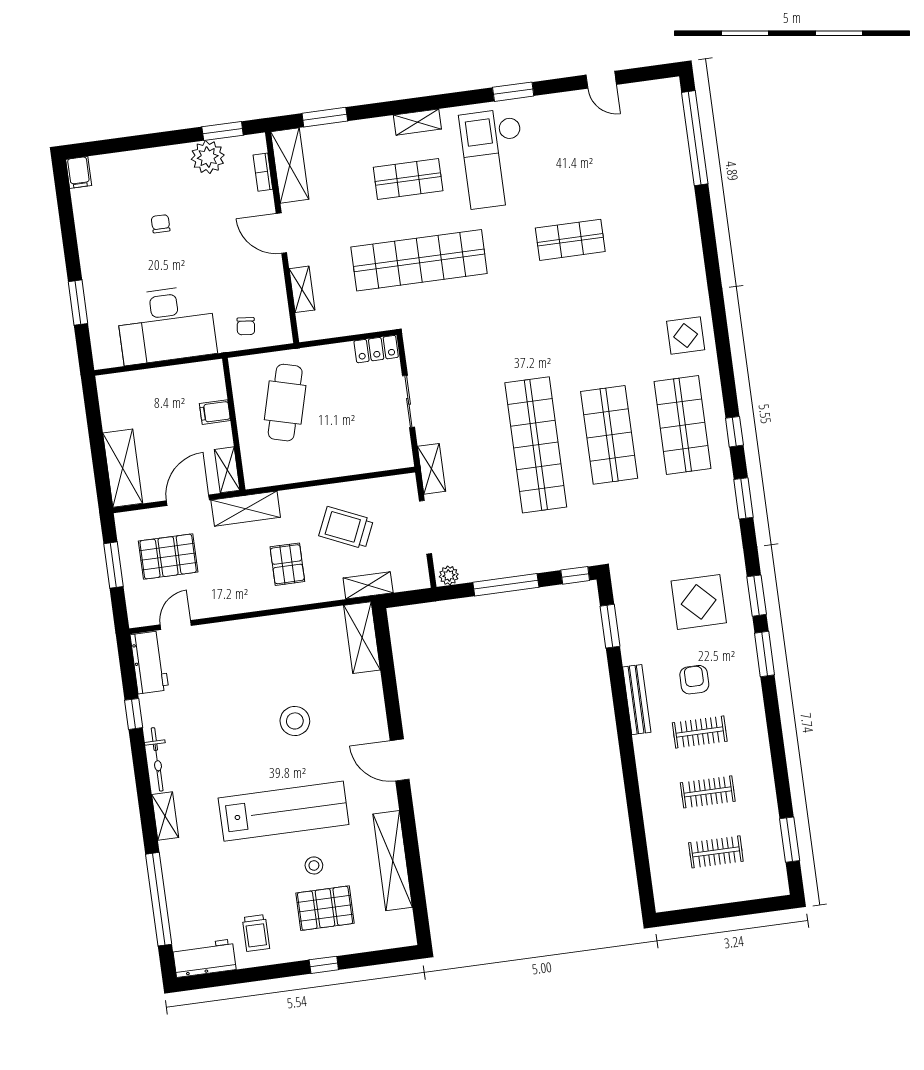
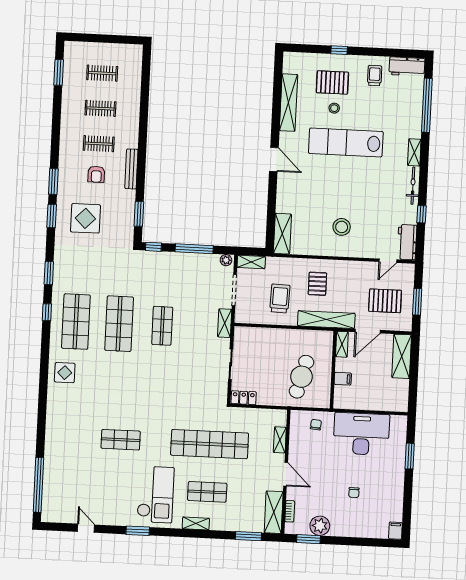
shop shelf: (536, 445) -> (162, 326), width x0.50, depth x0.74
shelving: (246, 509) -> (326, 320), width x1.47
trolley: (346, 528) -> (280, 298), turned -112
shelving: (368, 585) -> (251, 262), moved
stool: (295, 721) -> (342, 227), moved

